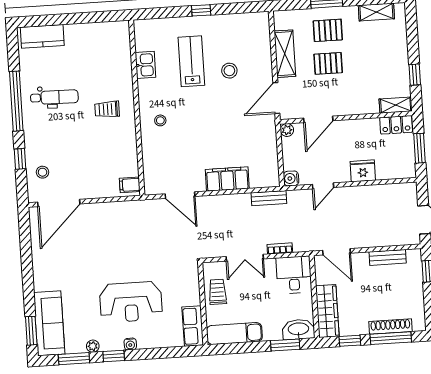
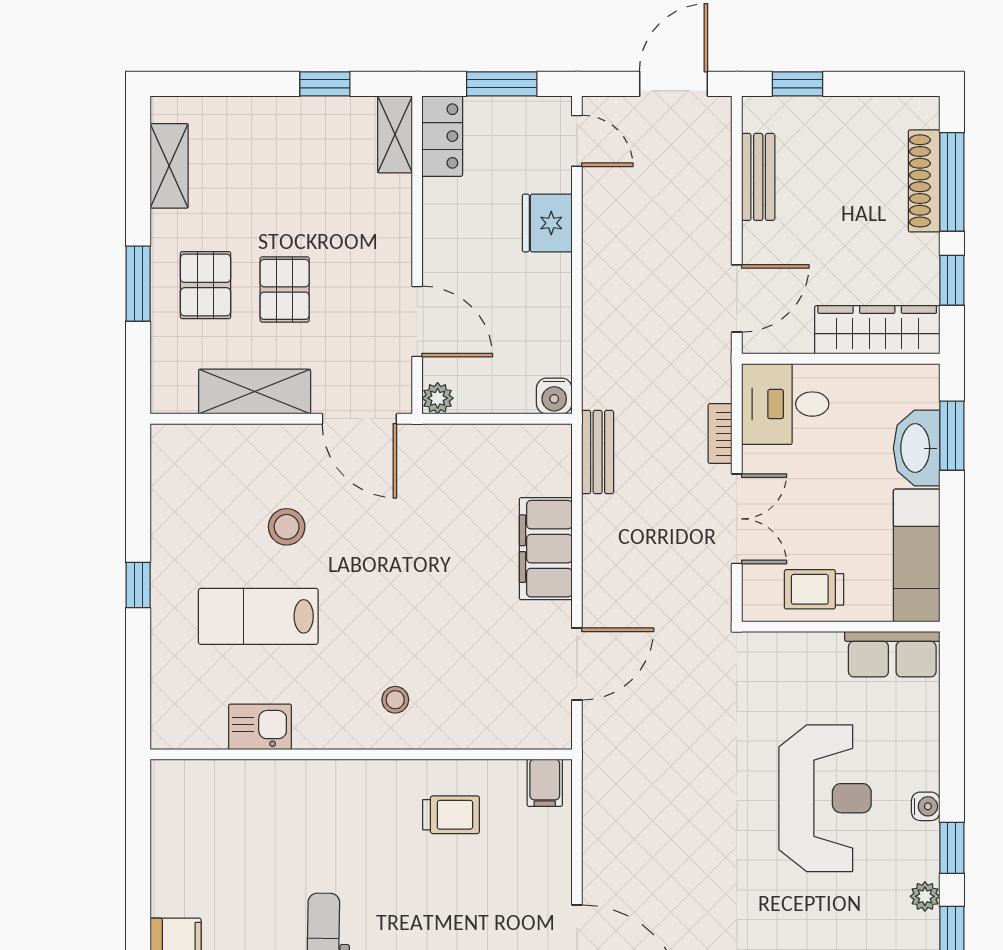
trolley: (107, 109) -> (451, 815), moved, turned -90
door: (323, 186) -> (577, 141), moved
washbasin: (298, 329) -> (917, 448), moved

